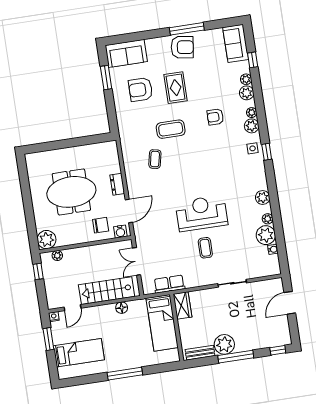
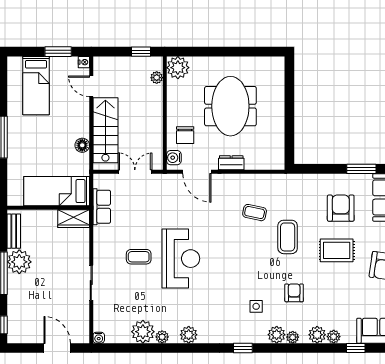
side table: (253, 148) -> (256, 306), moved
water cooler: (273, 249) -> (99, 338), moved

